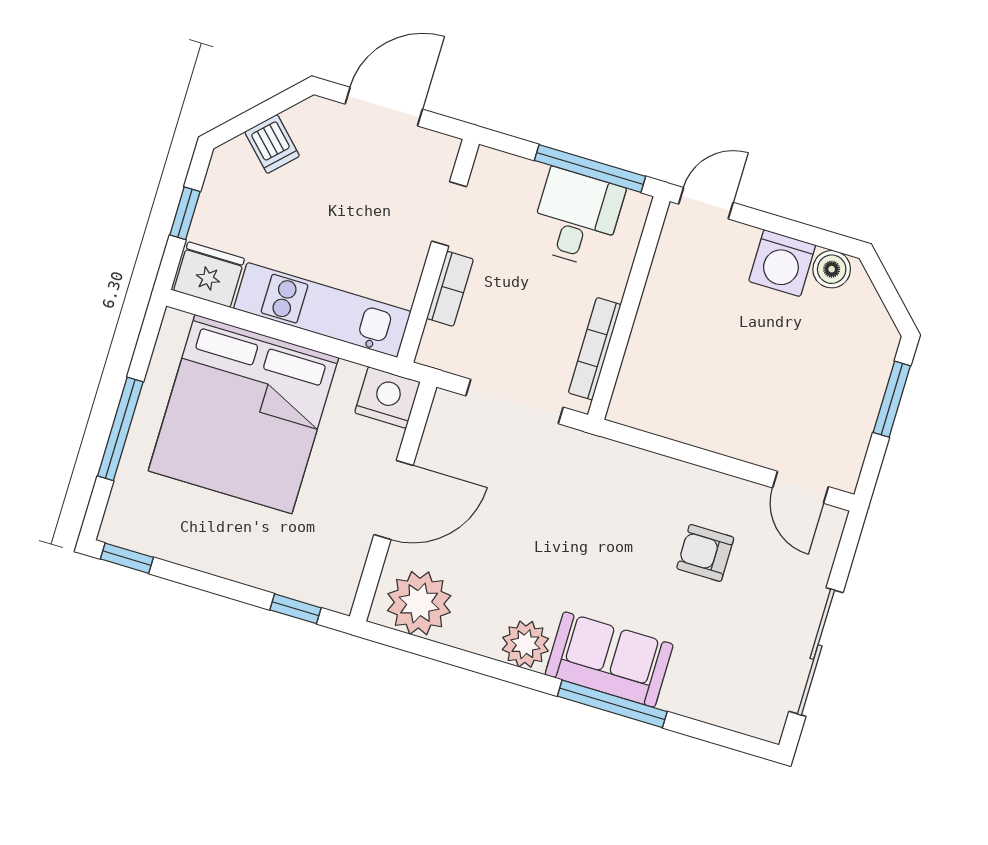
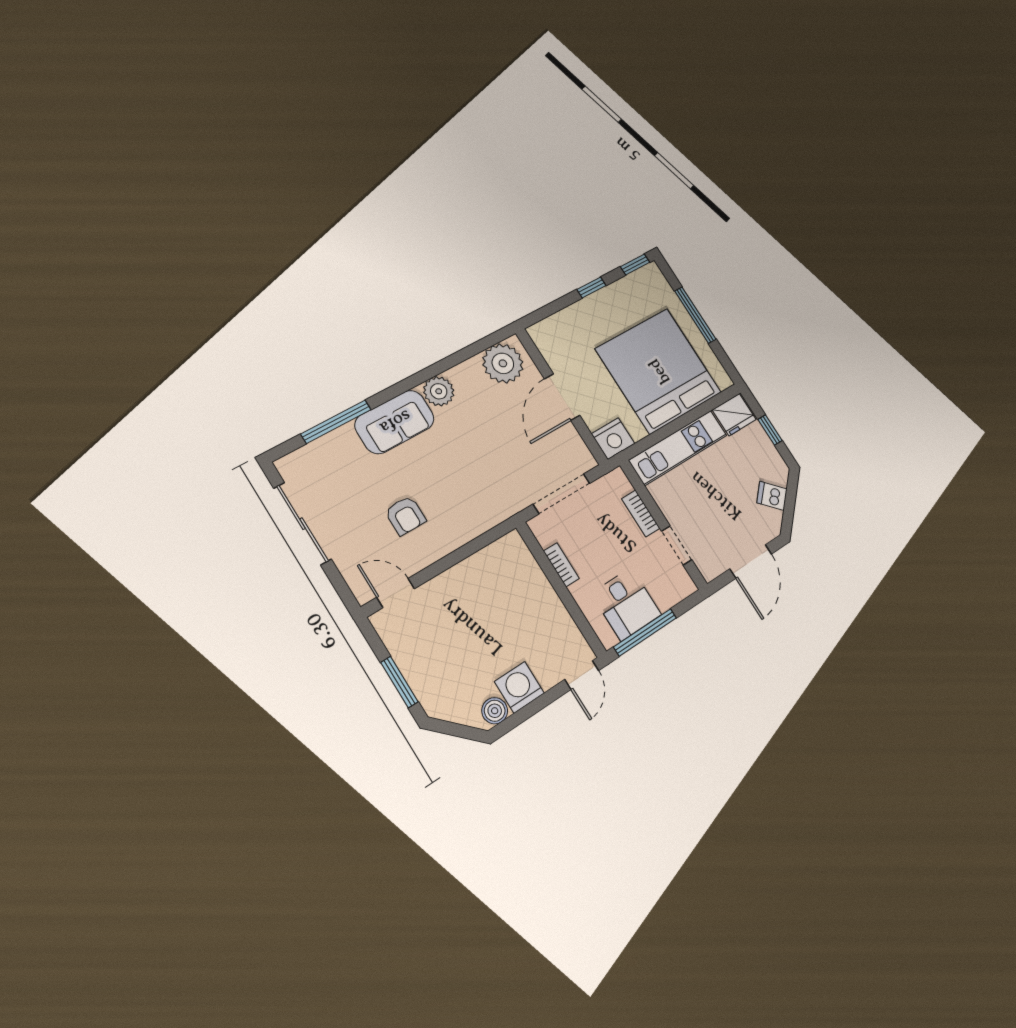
bookcase: (595, 349) -> (561, 565), width x0.64
armchair: (705, 553) -> (405, 515), turned 90
window: (296, 609) -> (591, 287), moved
window: (612, 704) -> (336, 422), moved

